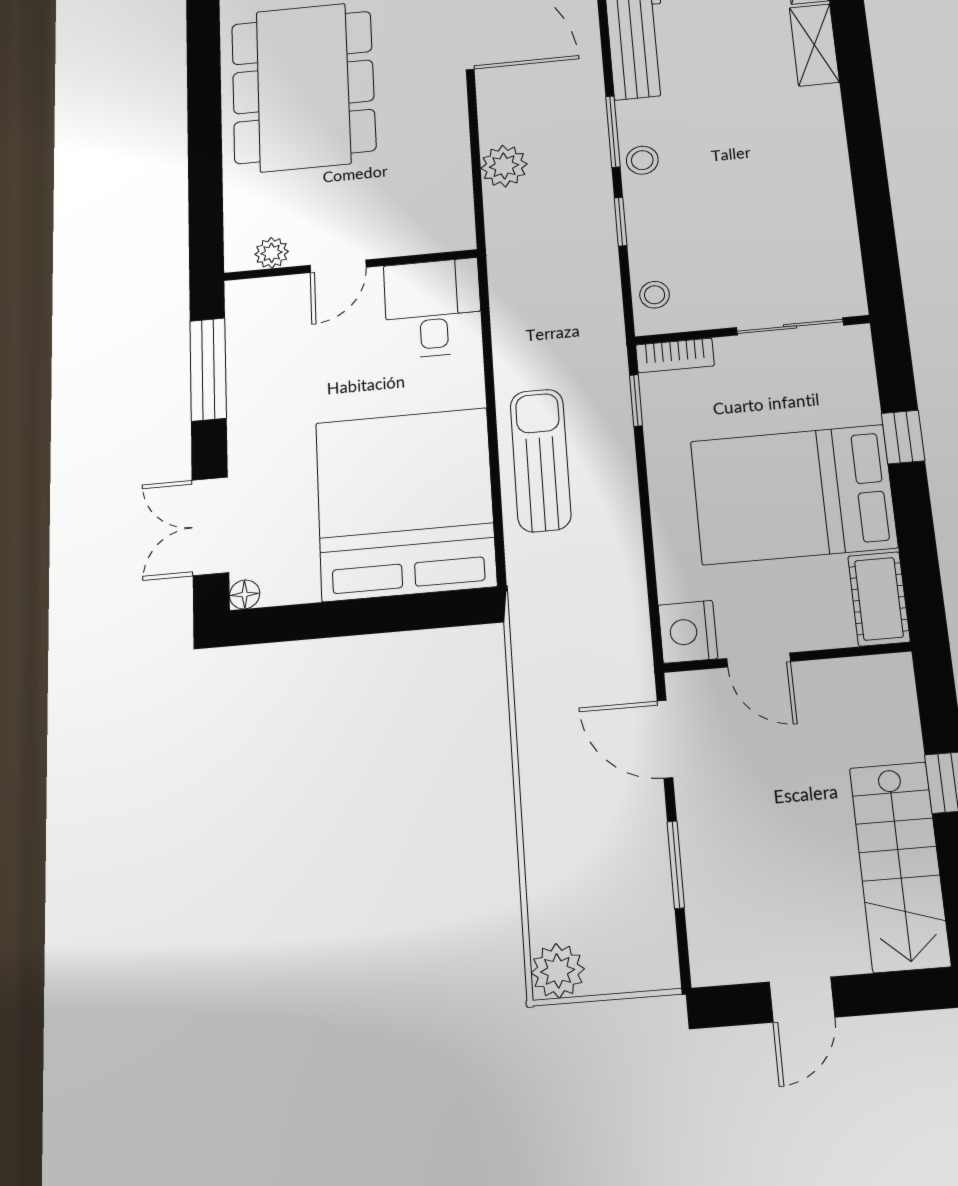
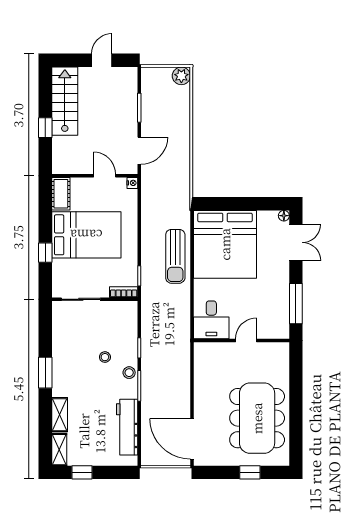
window: (864, 139) -> (45, 373), added
plant: (504, 166) -> (181, 376), removed
plant: (272, 253) -> (271, 349), removed
stool: (655, 295) -> (105, 357), moved
nightstand: (688, 632) -> (132, 183), width x0.53, depth x0.56
door: (665, 739) -> (139, 151), hinge flipped

